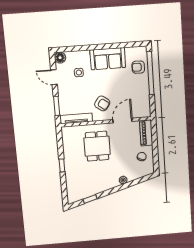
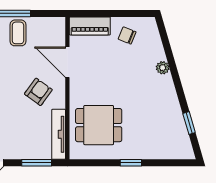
coffee table: (139, 87) -> (18, 33), added
dining table: (97, 146) -> (99, 125), moved

